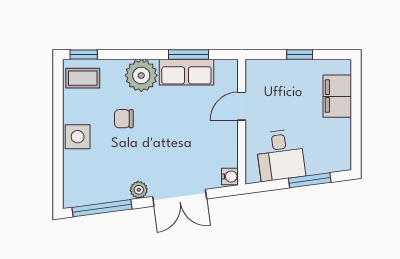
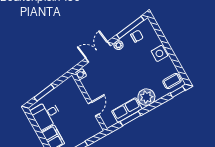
chair: (124, 119) -> (137, 36), moved
desk: (280, 155) -> (46, 115), moved, turned -82

